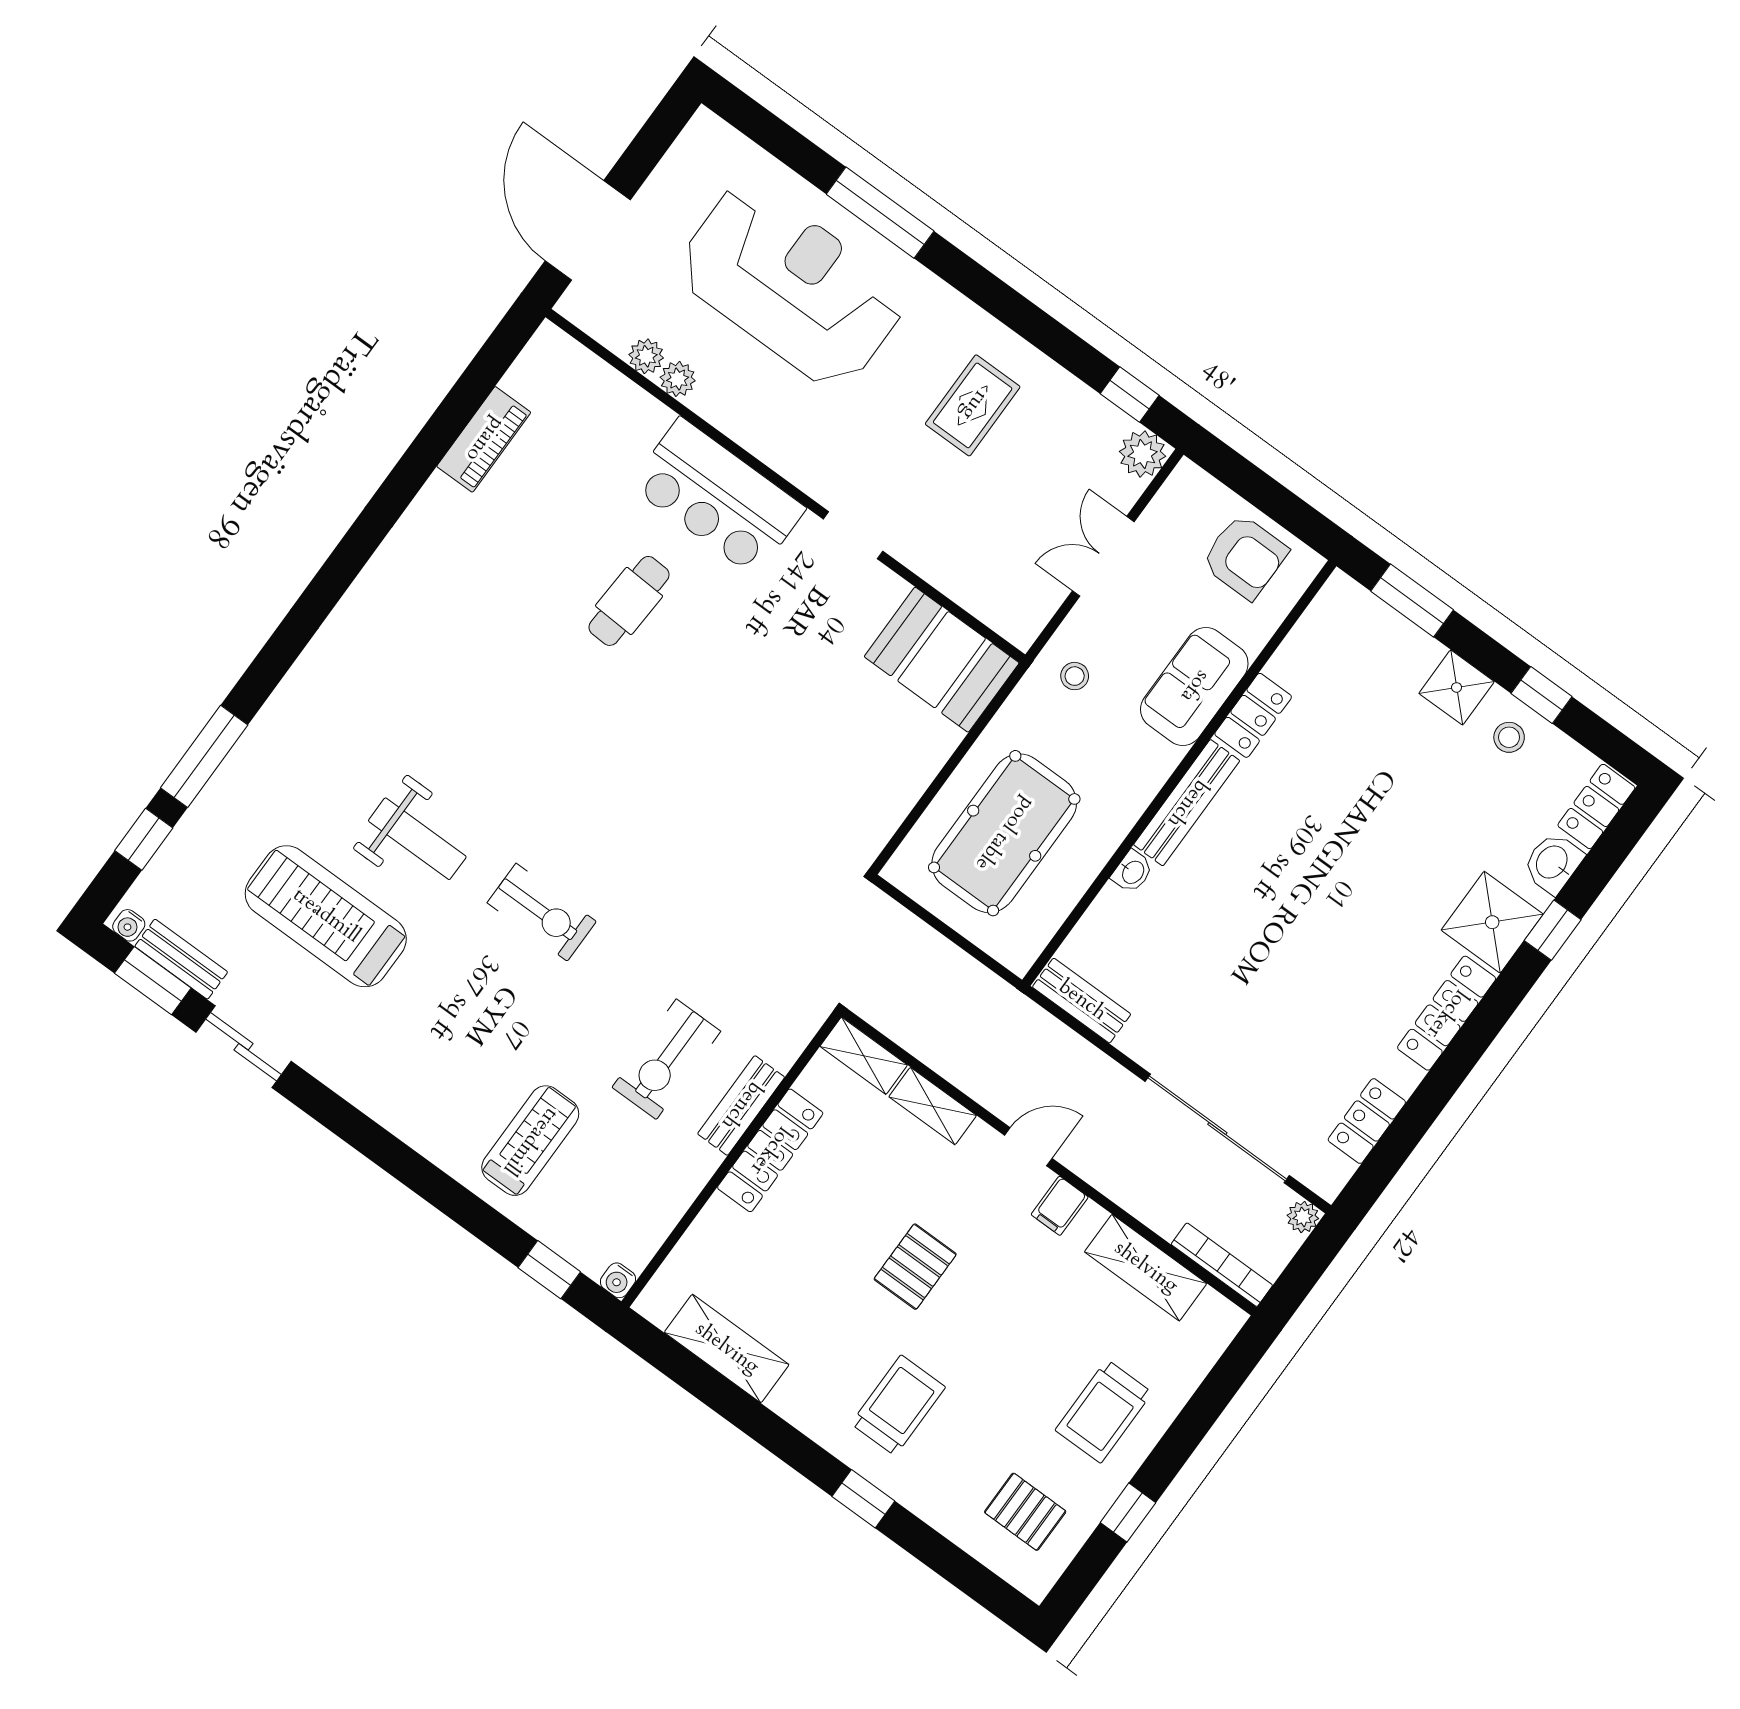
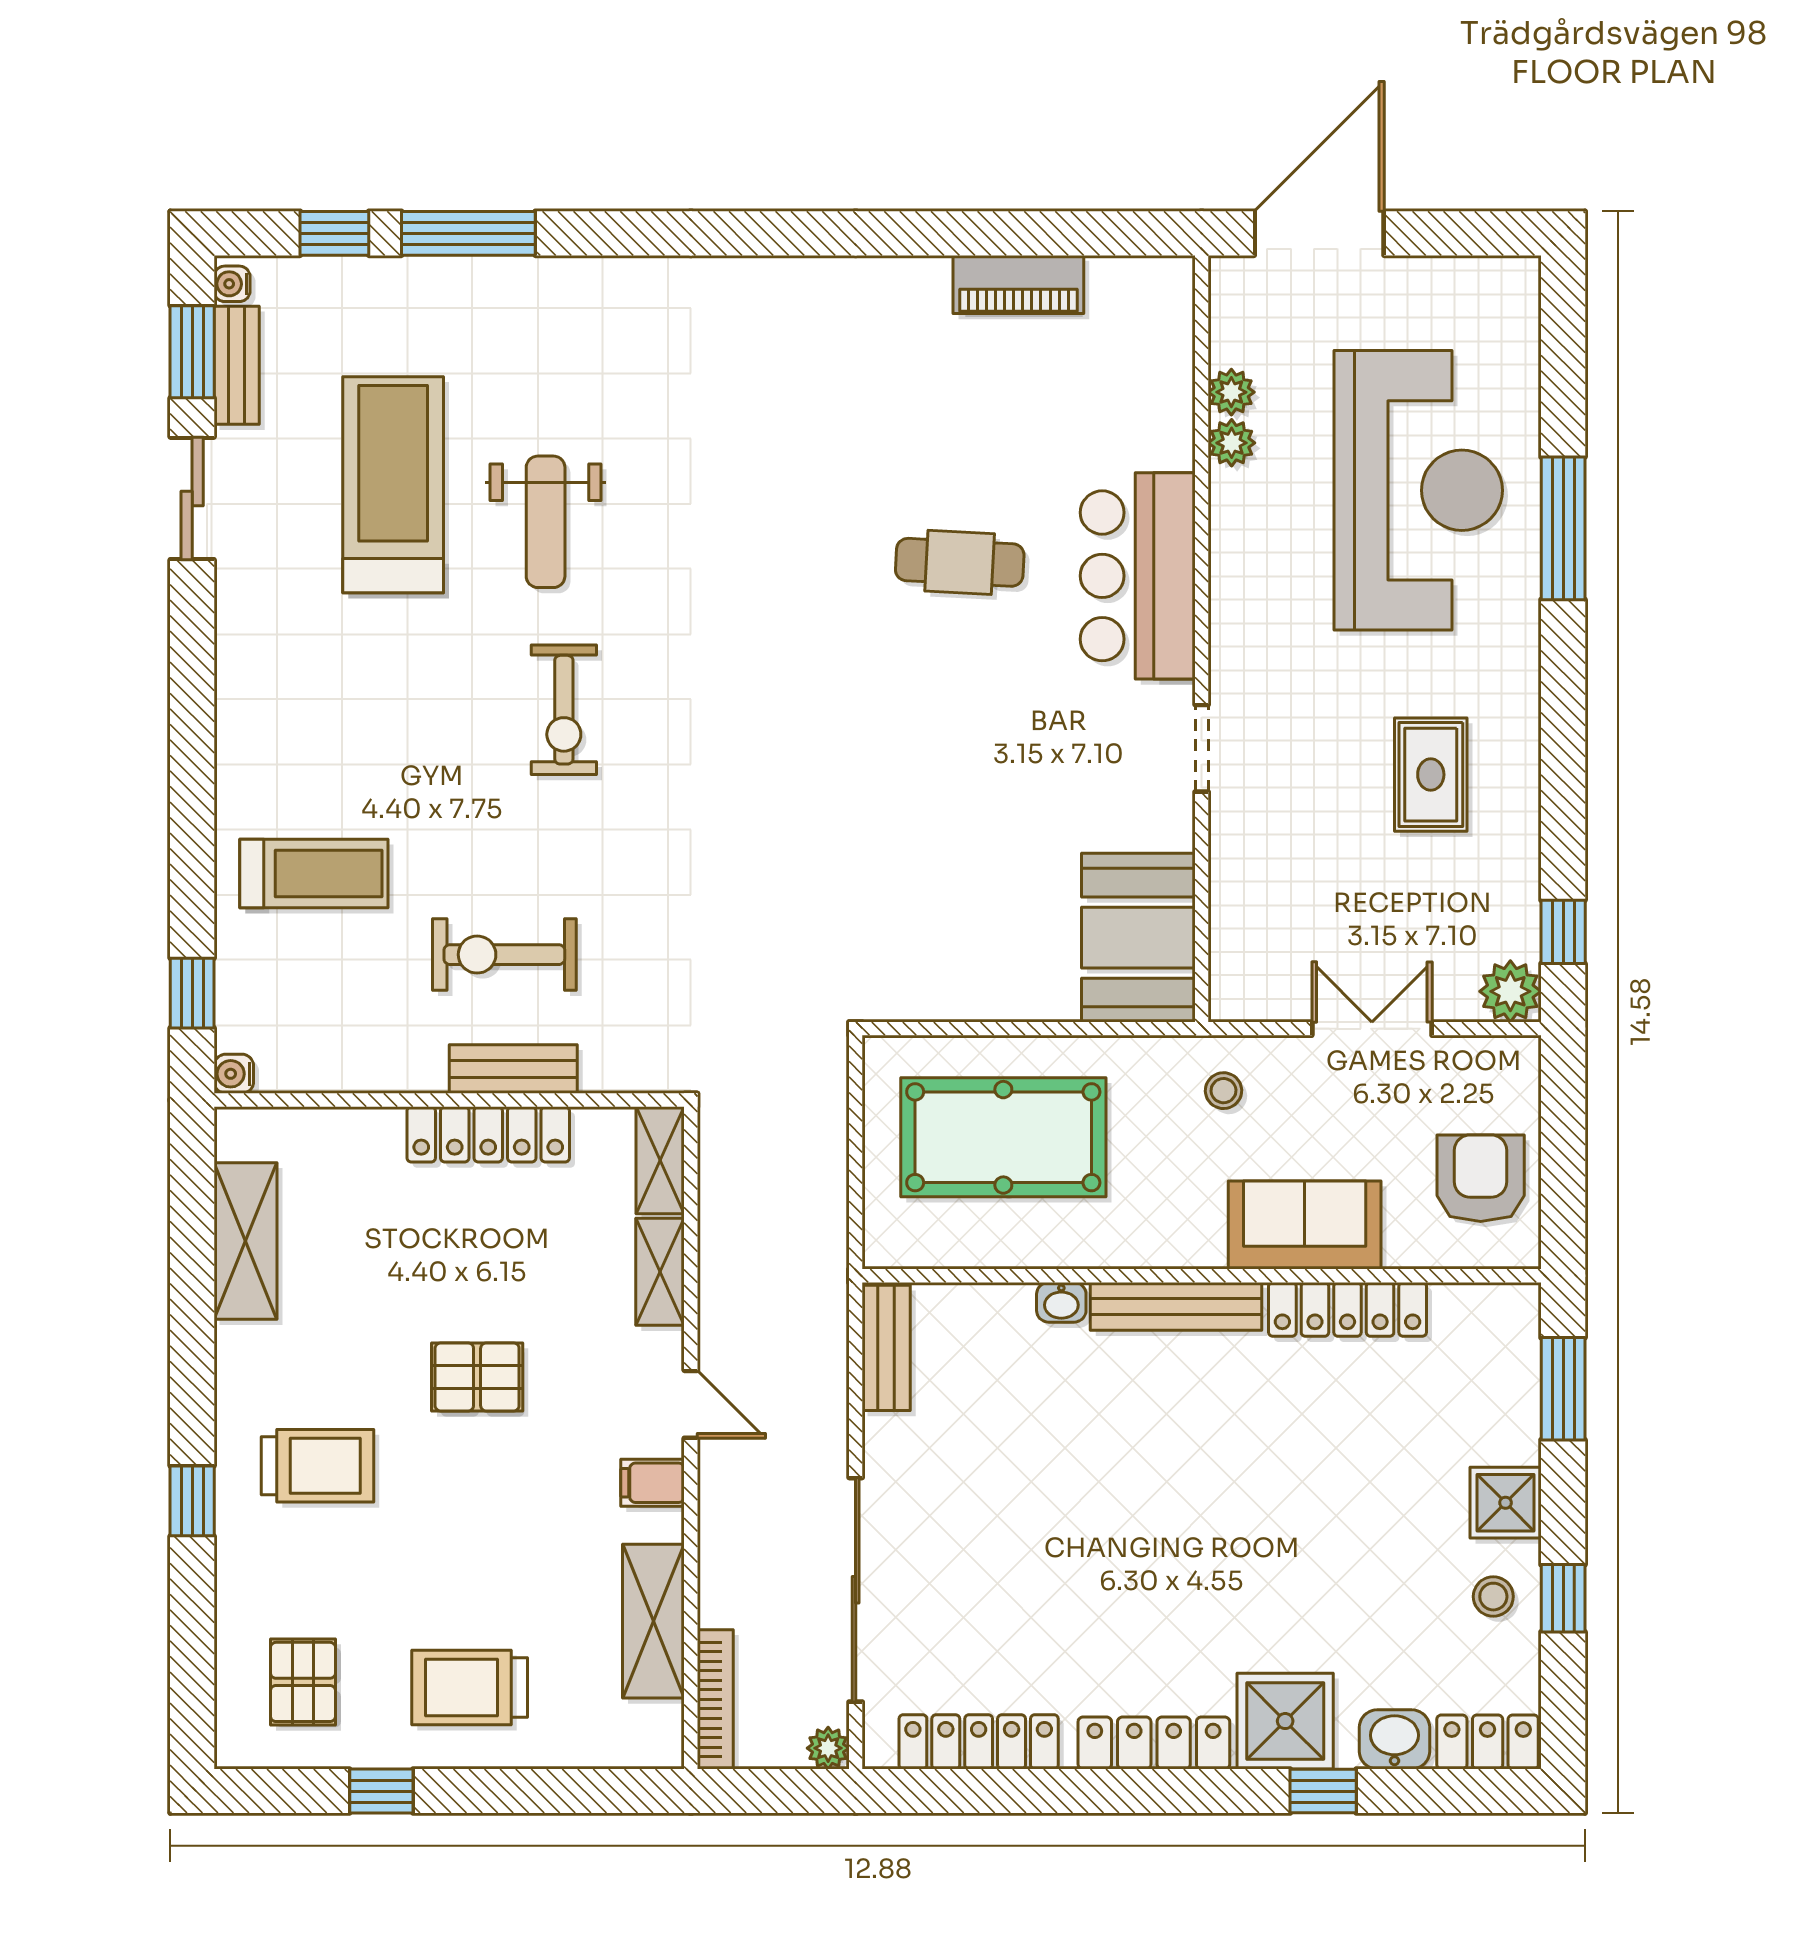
rug: (973, 405) -> (1431, 775), turned 90
armchair: (1245, 557) -> (1481, 1178), turned 180
locker: (1253, 715) -> (1347, 1309), width x1.53
locker: (1367, 1121) -> (979, 1742), width x1.53

